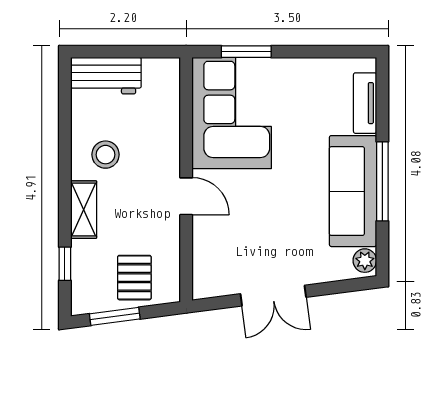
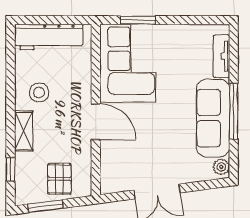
workbench: (106, 76) -> (49, 37), width x1.38
door: (186, 196) -> (96, 122), width x1.38

